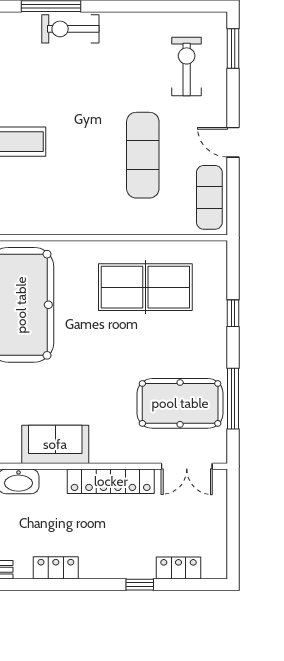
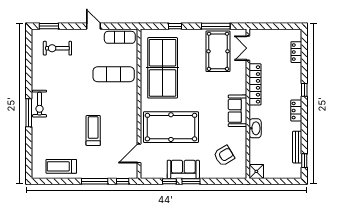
door: (233, 142) -> (93, 26), swing flipped
exercise mat: (143, 155) -> (114, 74), moved
table tennis table: (145, 287) -> (163, 68), width x1.36, depth x1.32
double door: (187, 466) -> (248, 48), swing flipped
window: (140, 585) -> (304, 90), moved

